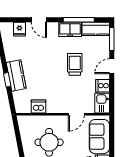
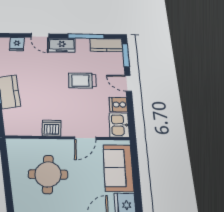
freezer: (70, 29) -> (62, 45), moved
trolley: (75, 64) -> (82, 81), turned -90
door: (112, 66) -> (128, 83), hinge flipped
dishwasher: (39, 107) -> (51, 128), moved

